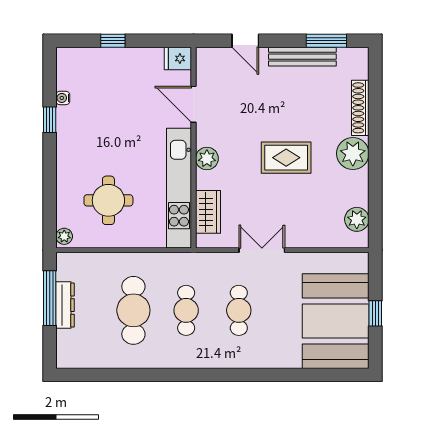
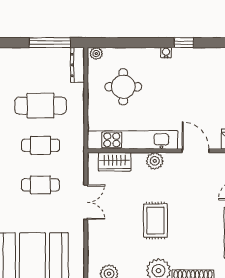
water cooler: (63, 98) -> (166, 53), moved
door: (193, 104) -> (196, 151), hinge flipped
dresser: (65, 305) -> (77, 65), moved, turned 90

